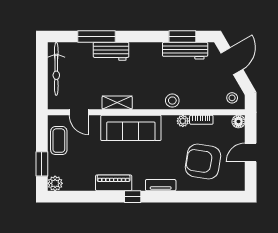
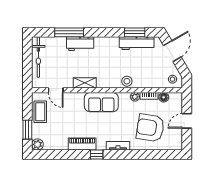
floor lamp: (238, 122) -> (164, 97), moved
sofa: (131, 128) -> (101, 102), width x0.73

